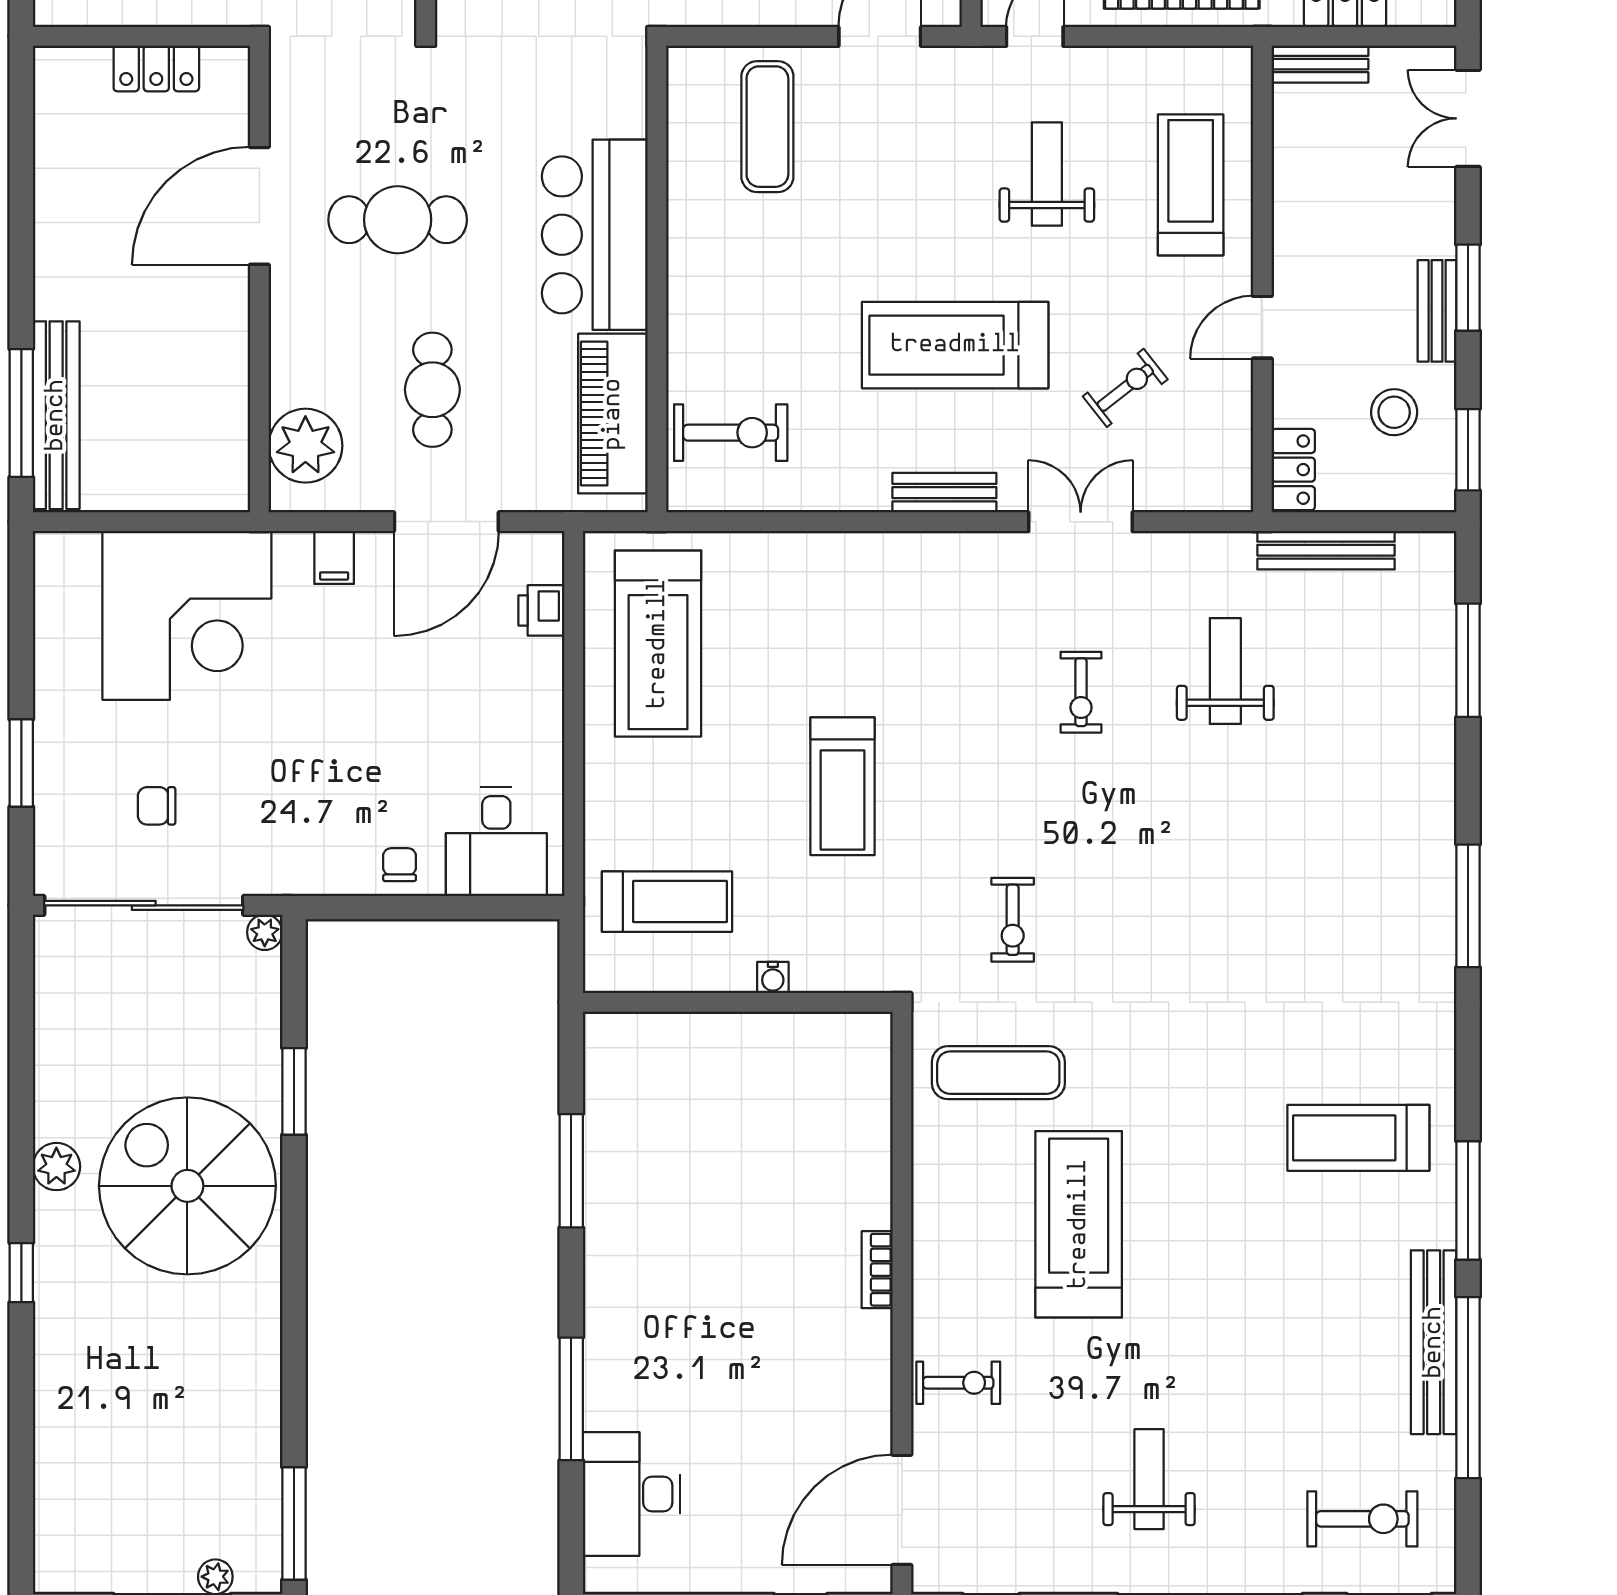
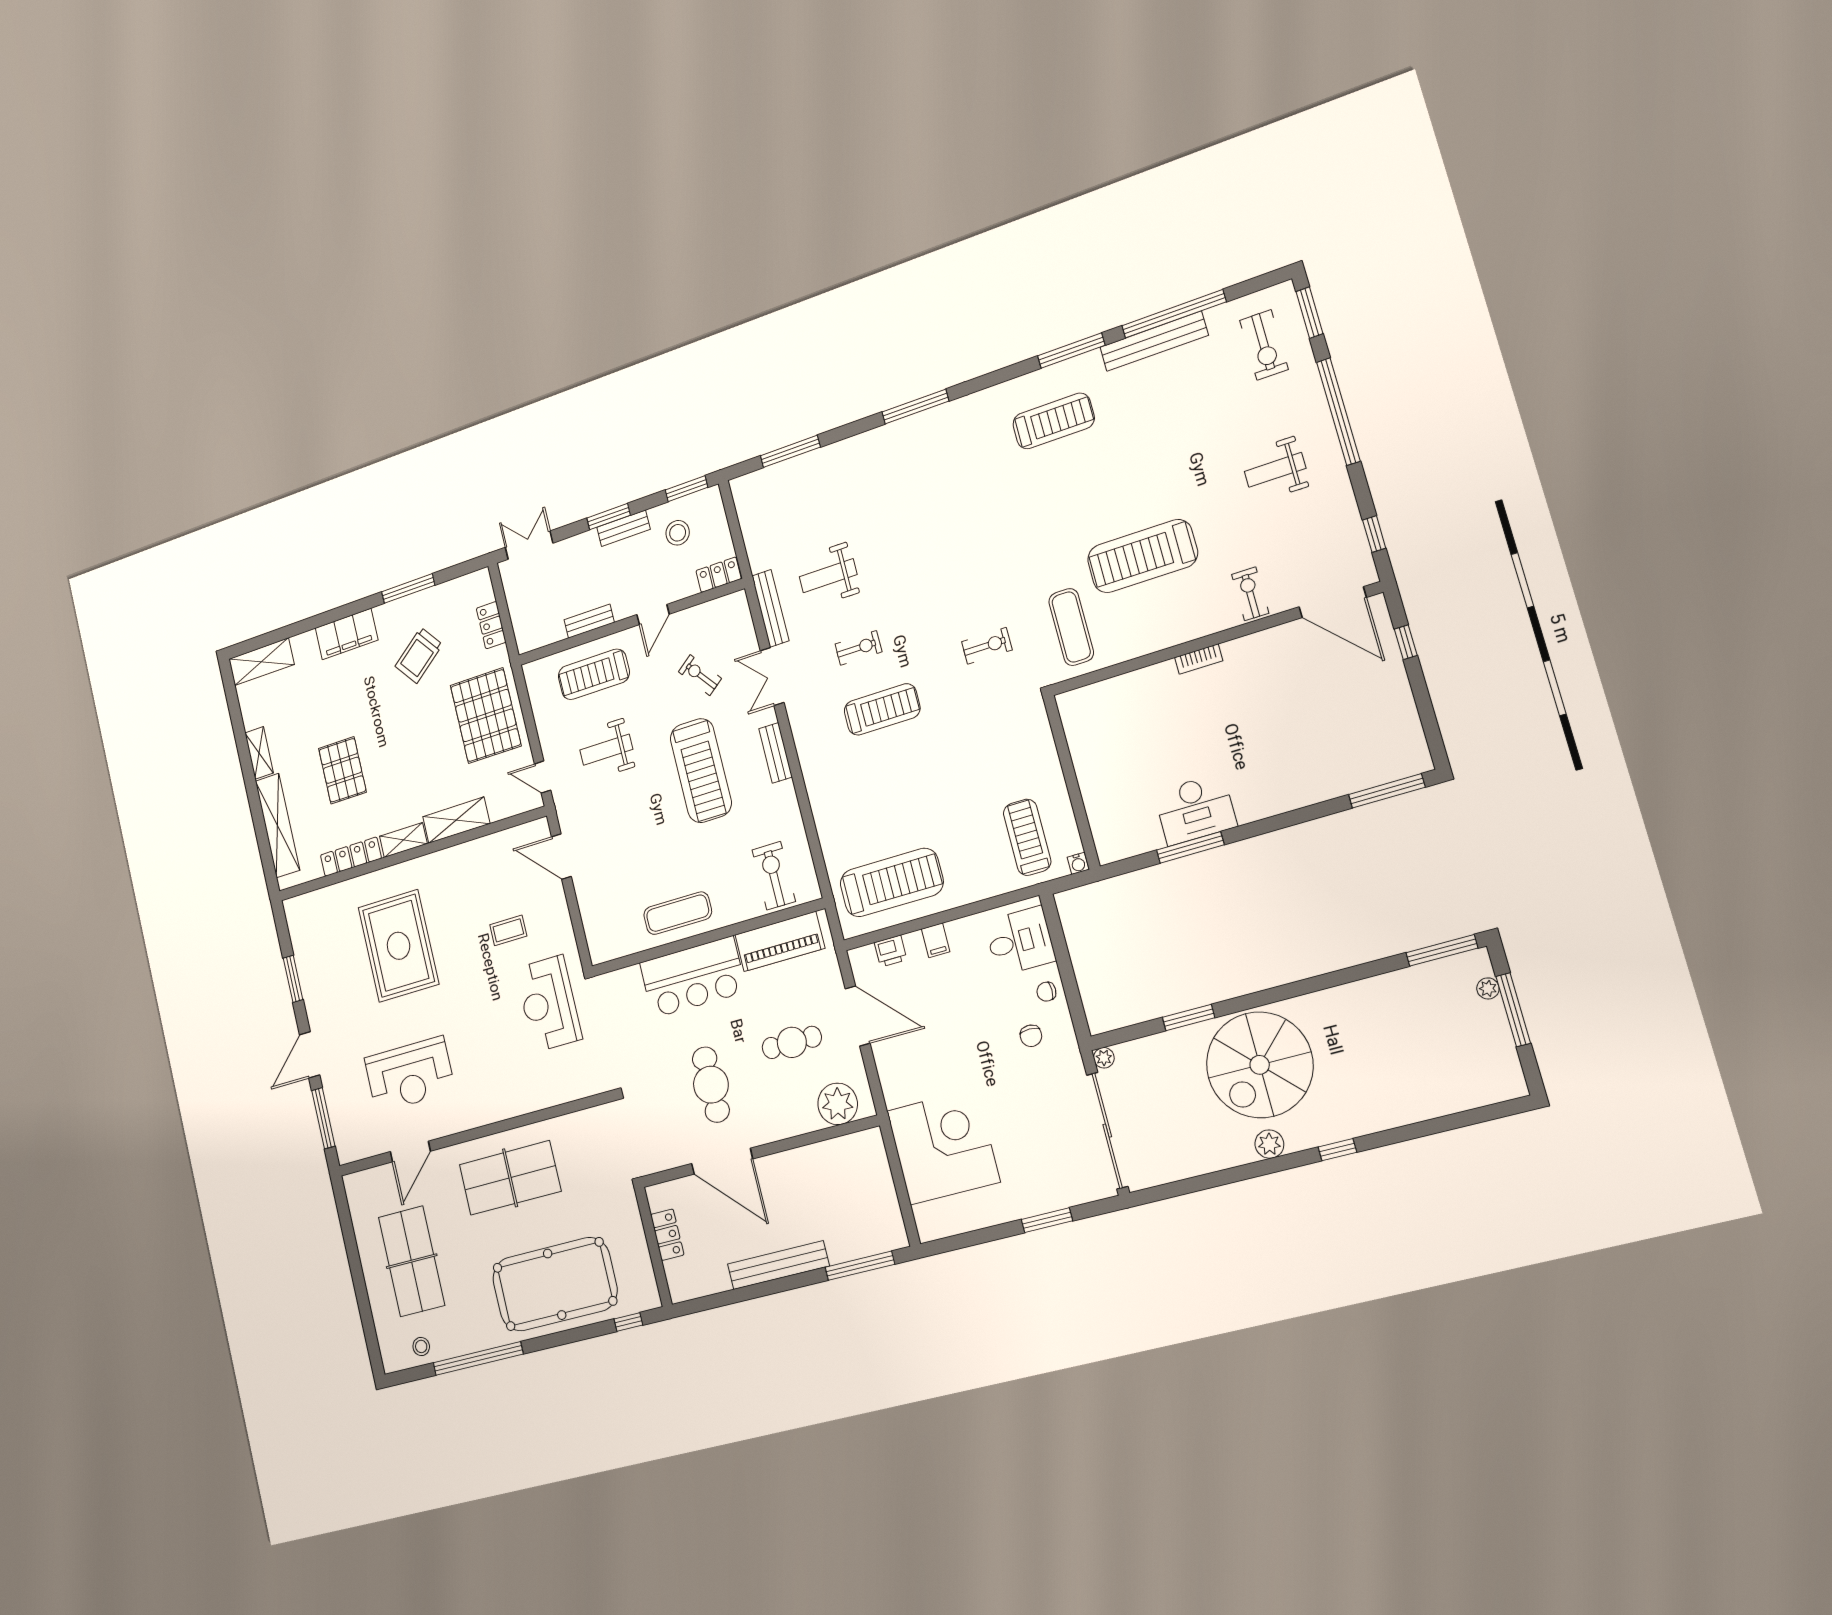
bench: (1320, 64) -> (589, 621), moved, turned 90
double door: (1468, 118) -> (529, 545), swing flipped
exercise mat: (767, 127) -> (678, 913), moved
door: (1262, 327) -> (653, 614), hinge flipped
bench: (56, 415) -> (778, 1265), moved
bench: (1326, 550) -> (770, 608), moved
filing cabinet: (334, 557) -> (936, 940), moved, turned 90
treadmill: (842, 786) -> (882, 709), moved
chair: (157, 806) -> (1031, 1036), moved
water cooler: (773, 978) -> (1078, 863), moved, turned 90
treadmill: (1358, 1138) -> (1054, 421), turned -90
window: (571, 1399) -> (1387, 791), moved
desk: (631, 1494) -> (1195, 809), moved
exercise bike: (1362, 1519) -> (1264, 345), turned 180

